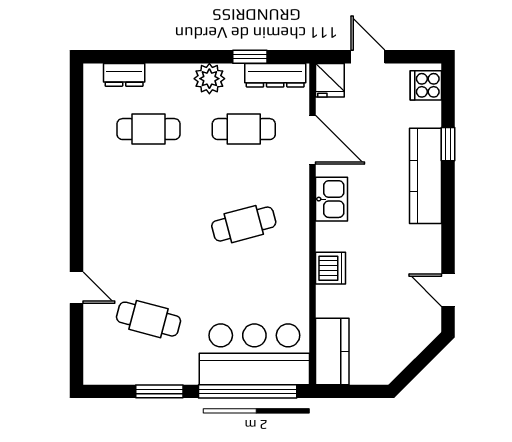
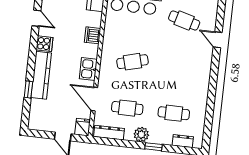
window: (250, 57) -> (154, 147), moved
cooker: (426, 85) -> (45, 44), moved

